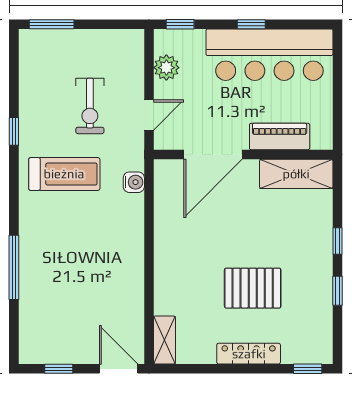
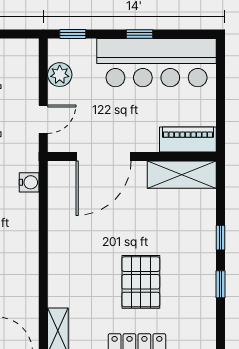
piano: (280, 136) -> (188, 139), moved
pallet: (253, 288) -> (141, 282), turned 90

